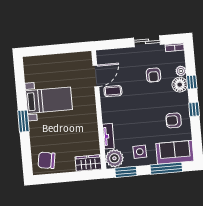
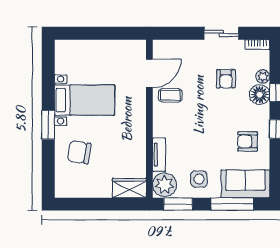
chair: (47, 160) -> (79, 152), moved

